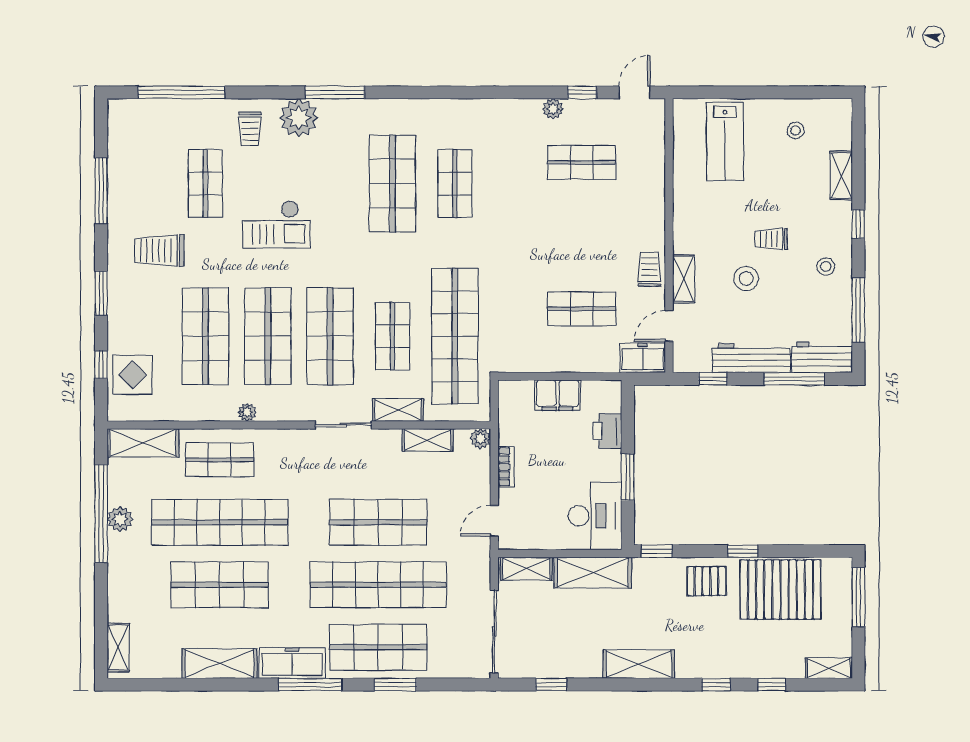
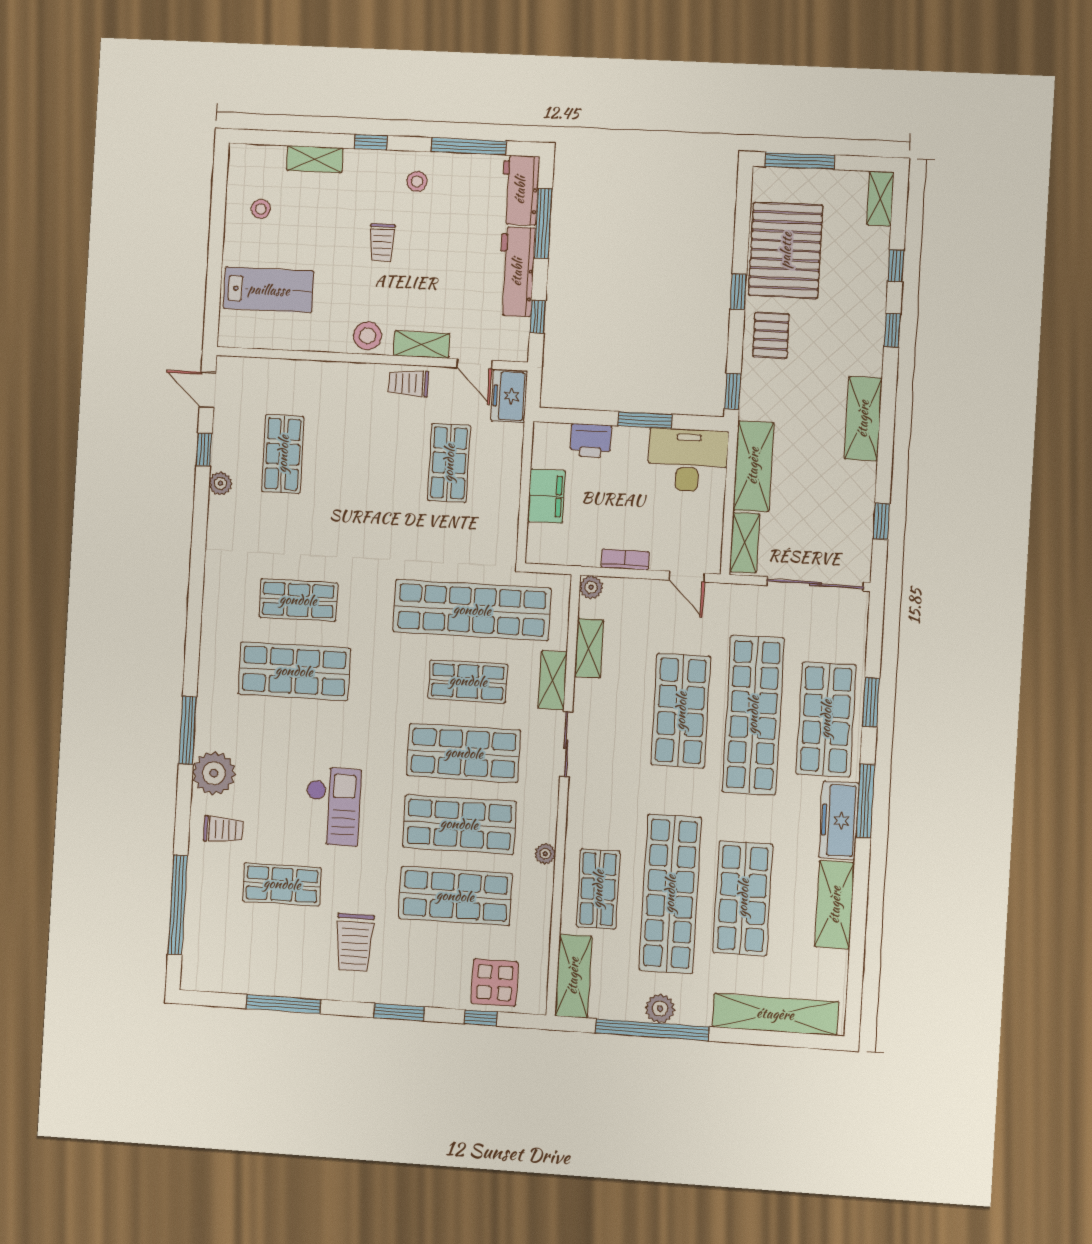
stool: (746, 279) -> (368, 336), moved
shelving: (118, 648) -> (775, 1014), width x2.20, depth x1.33

